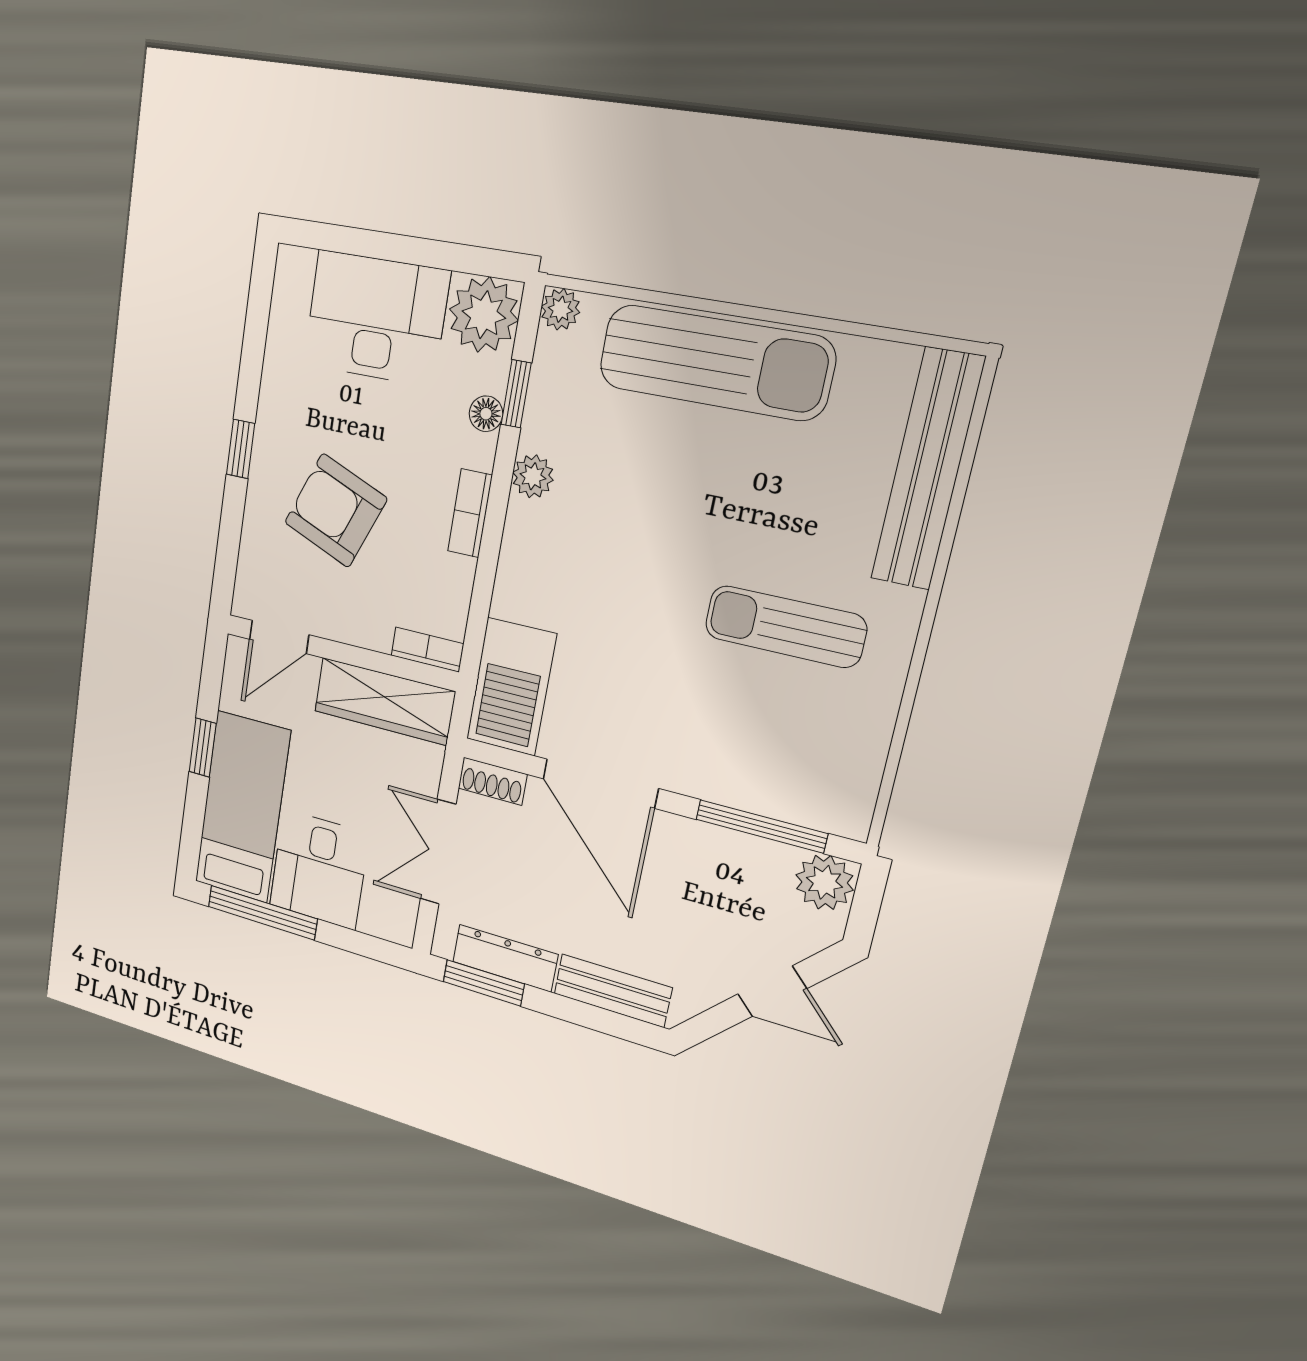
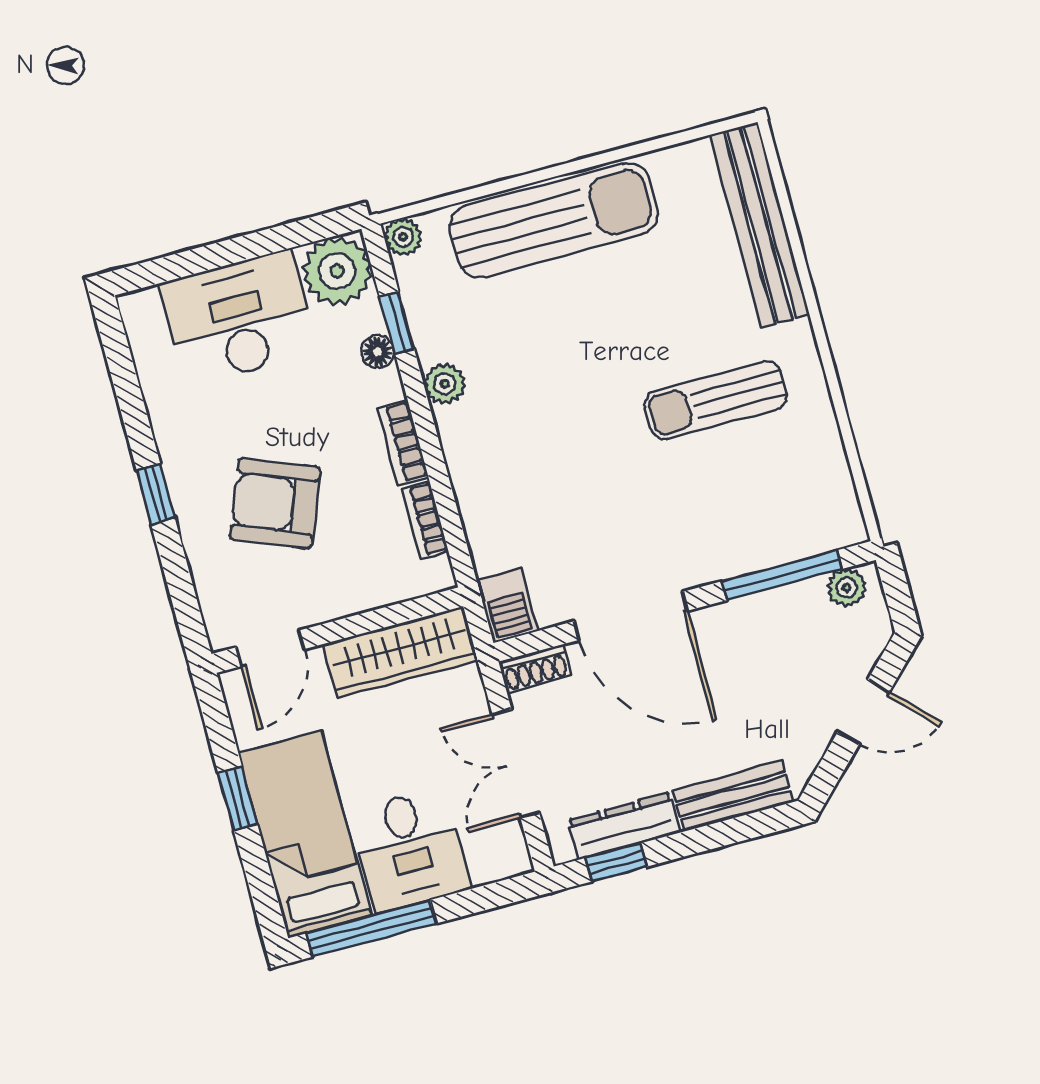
bookcase: (427, 650) -> (425, 520), moved, turned -90
barbecue: (511, 687) -> (507, 606), width x0.53, depth x0.65
plant: (824, 882) -> (847, 588), width x0.73, depth x0.73
window: (484, 983) -> (616, 862), width x0.67

